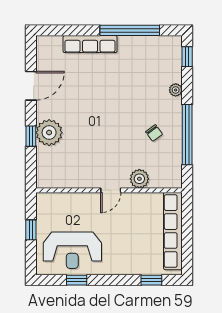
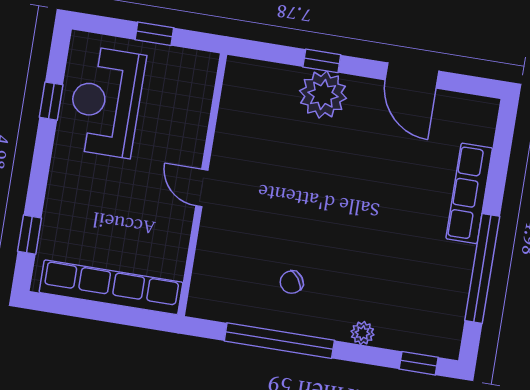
plant: (139, 179) -> (214, 243), removed

